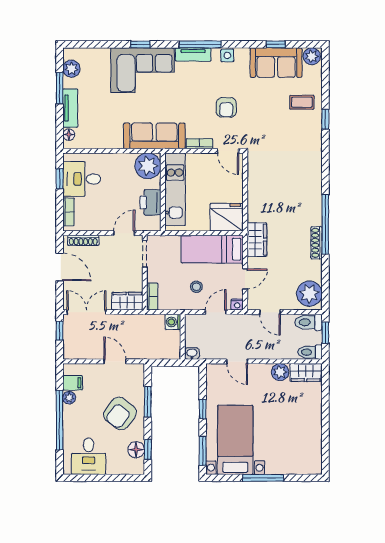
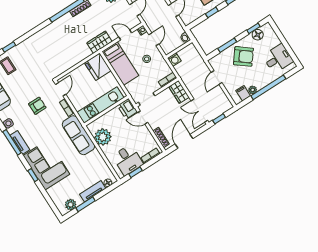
plant: (148, 166) -> (103, 137), moved
printer: (150, 202) -> (127, 109), moved, turned 90
door: (216, 312) -> (154, 39), swing flipped

